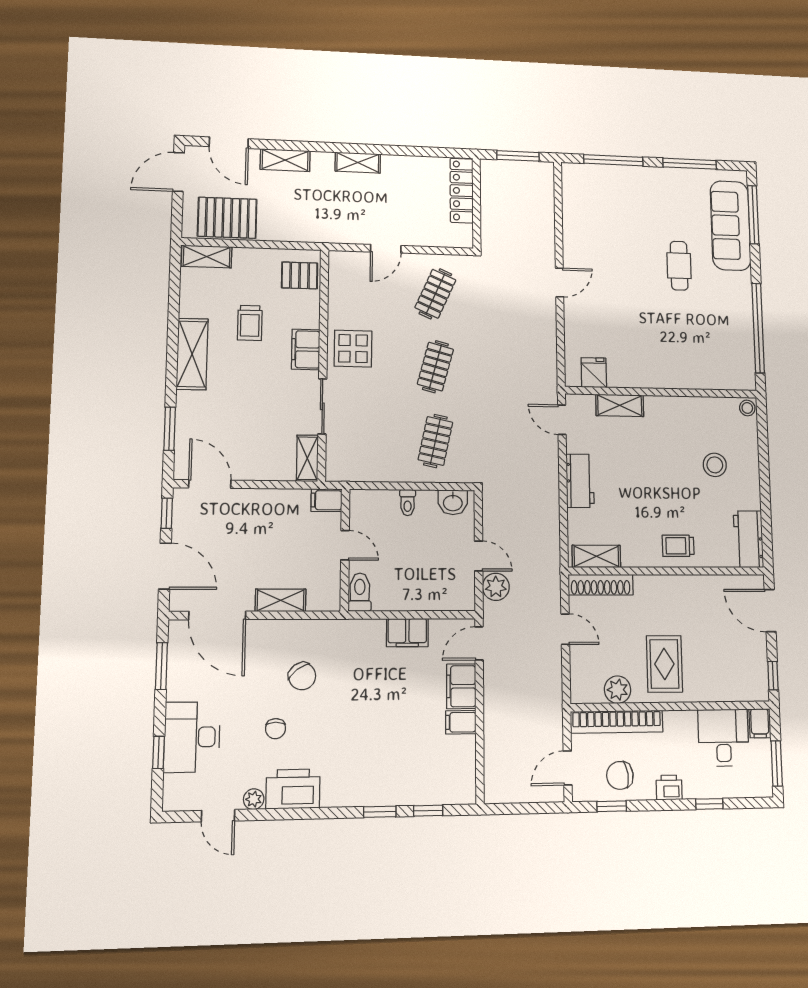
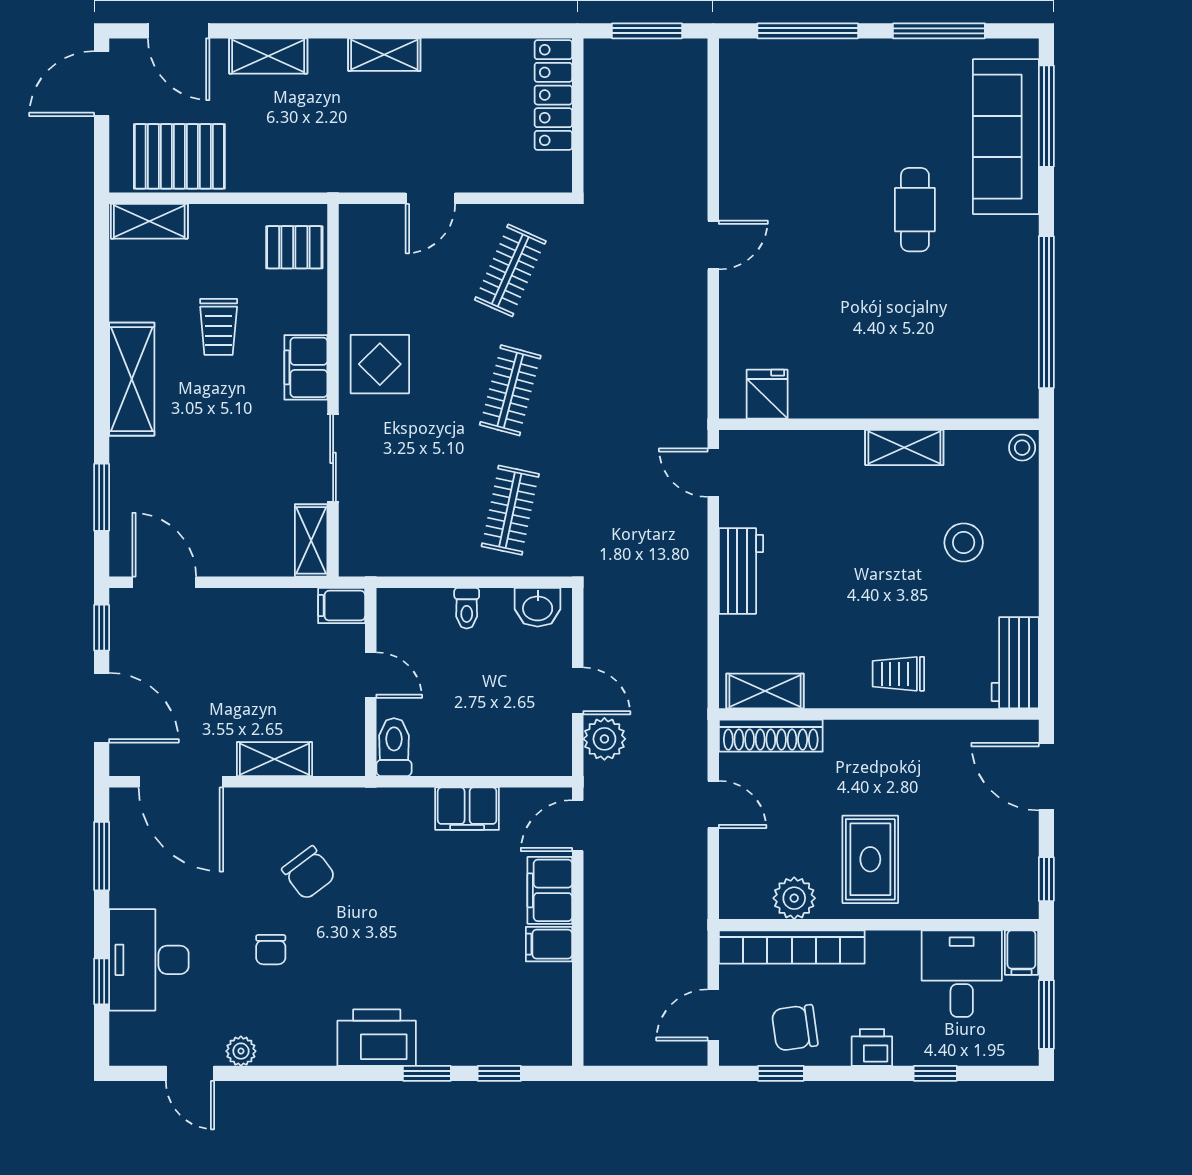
shelving: (620, 405) -> (904, 447), moved
printer: (293, 789) -> (377, 1038), moved

